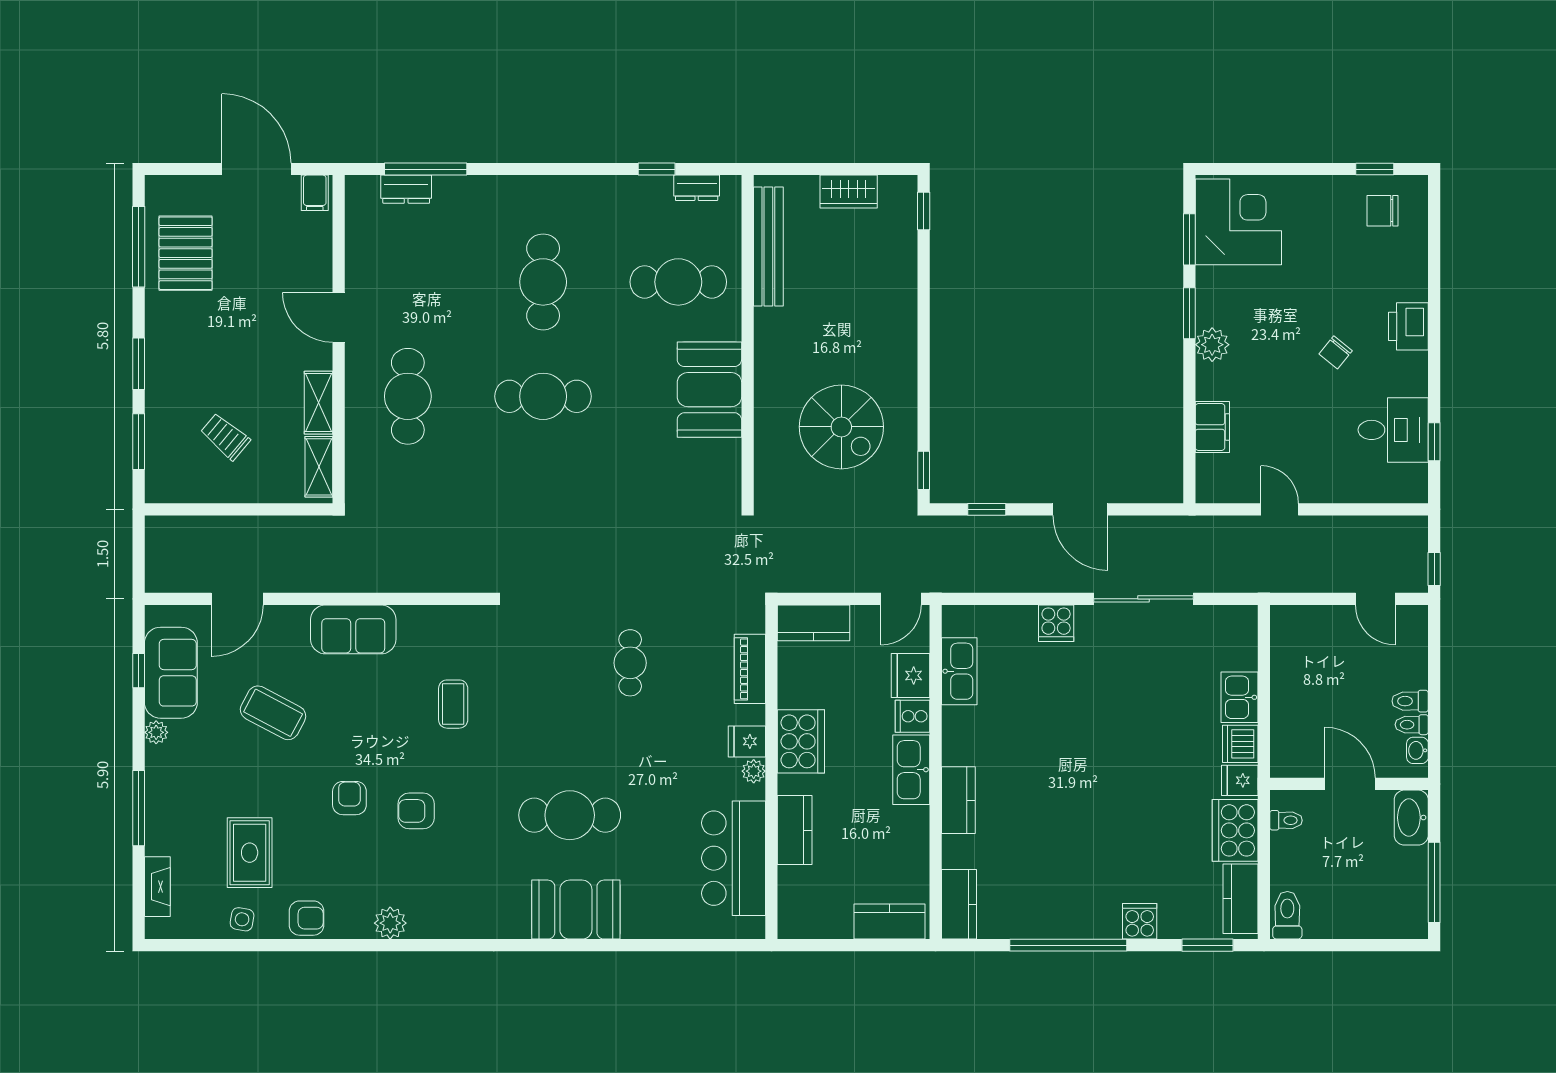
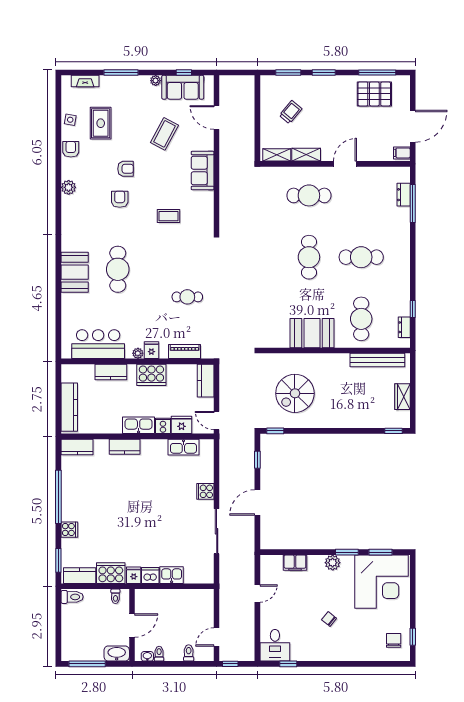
corner desk: (1238, 222) -> (381, 582), width x1.36, depth x1.36
printer: (1408, 326) -> (341, 652), removed
desk: (1393, 430) -> (275, 645), moved
toilet: (1410, 701) -> (189, 653), moved
rug: (250, 853) -> (101, 123), turned 90
armchair: (307, 918) -> (71, 149), turned 180
kitchen counter: (889, 921) -> (69, 407), width x1.50

